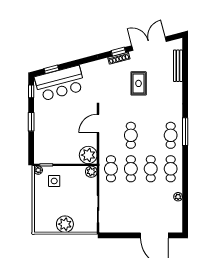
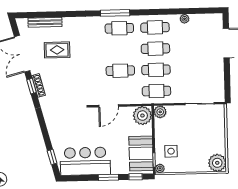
bar counter: (60, 83) -> (85, 161), moved, turned -75
rug: (139, 83) -> (57, 50), moved
window: (31, 91) -> (136, 177), moved
door: (98, 123) -> (109, 106), hinge flipped
booth: (53, 153) -> (141, 153), added
plant: (65, 224) -> (217, 163), moved

